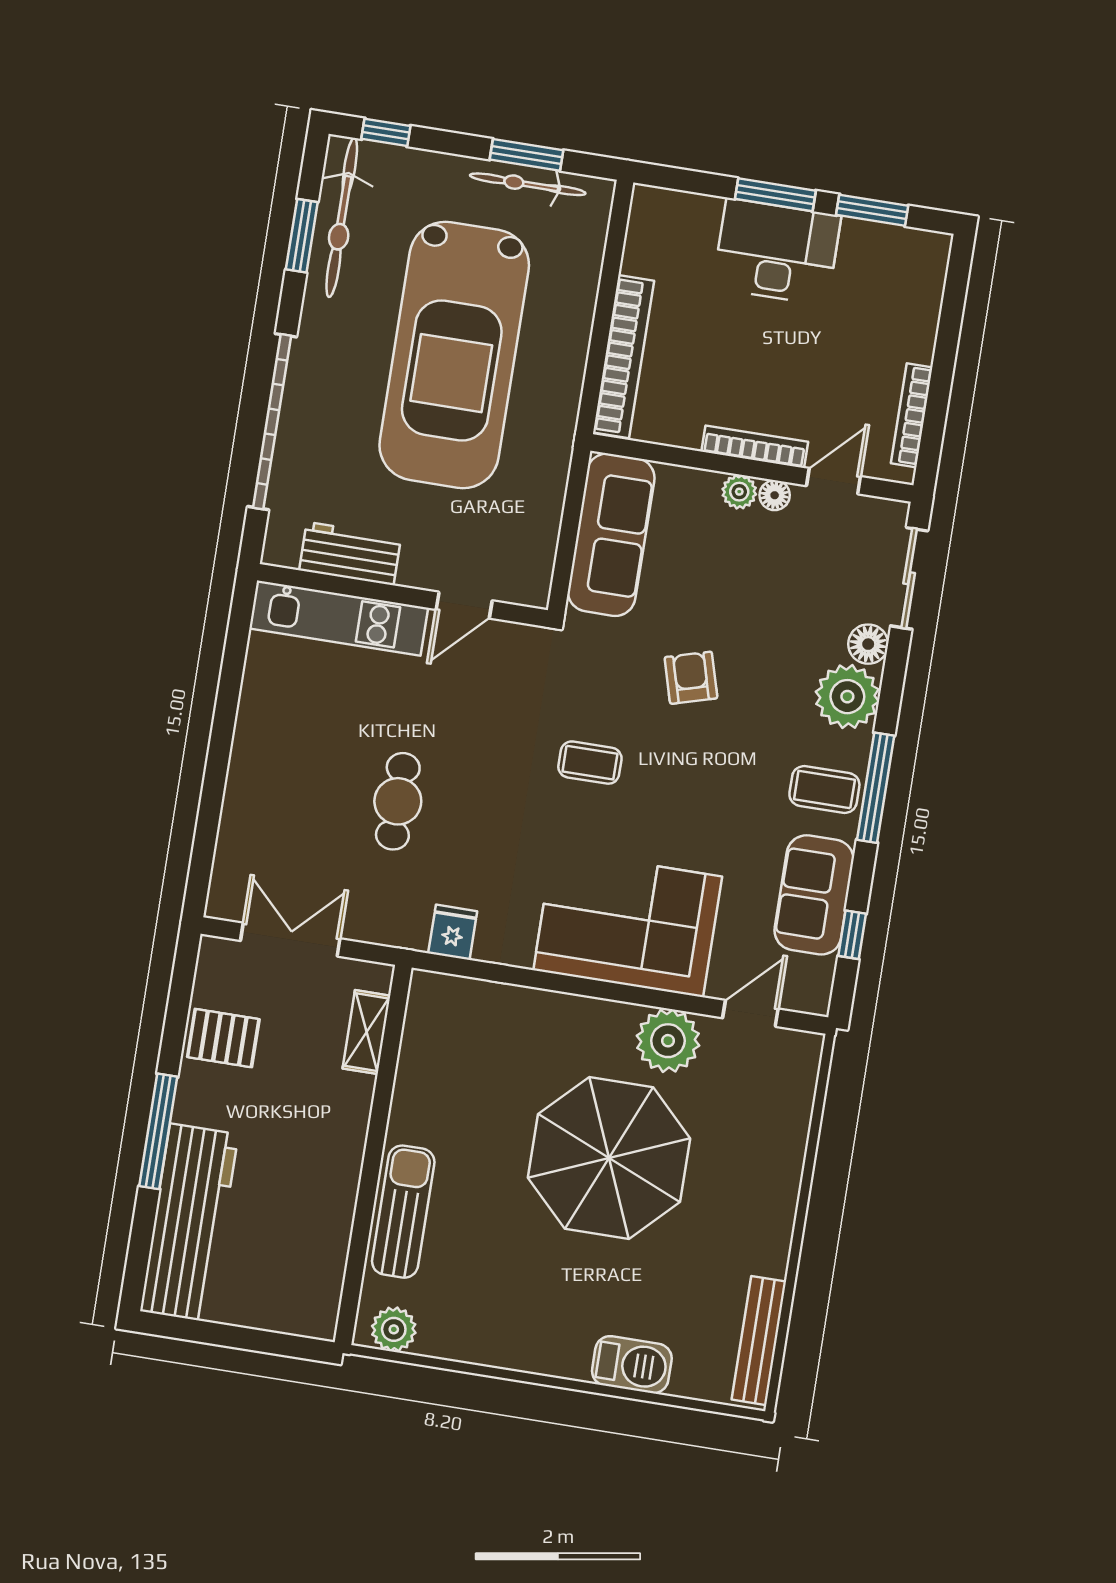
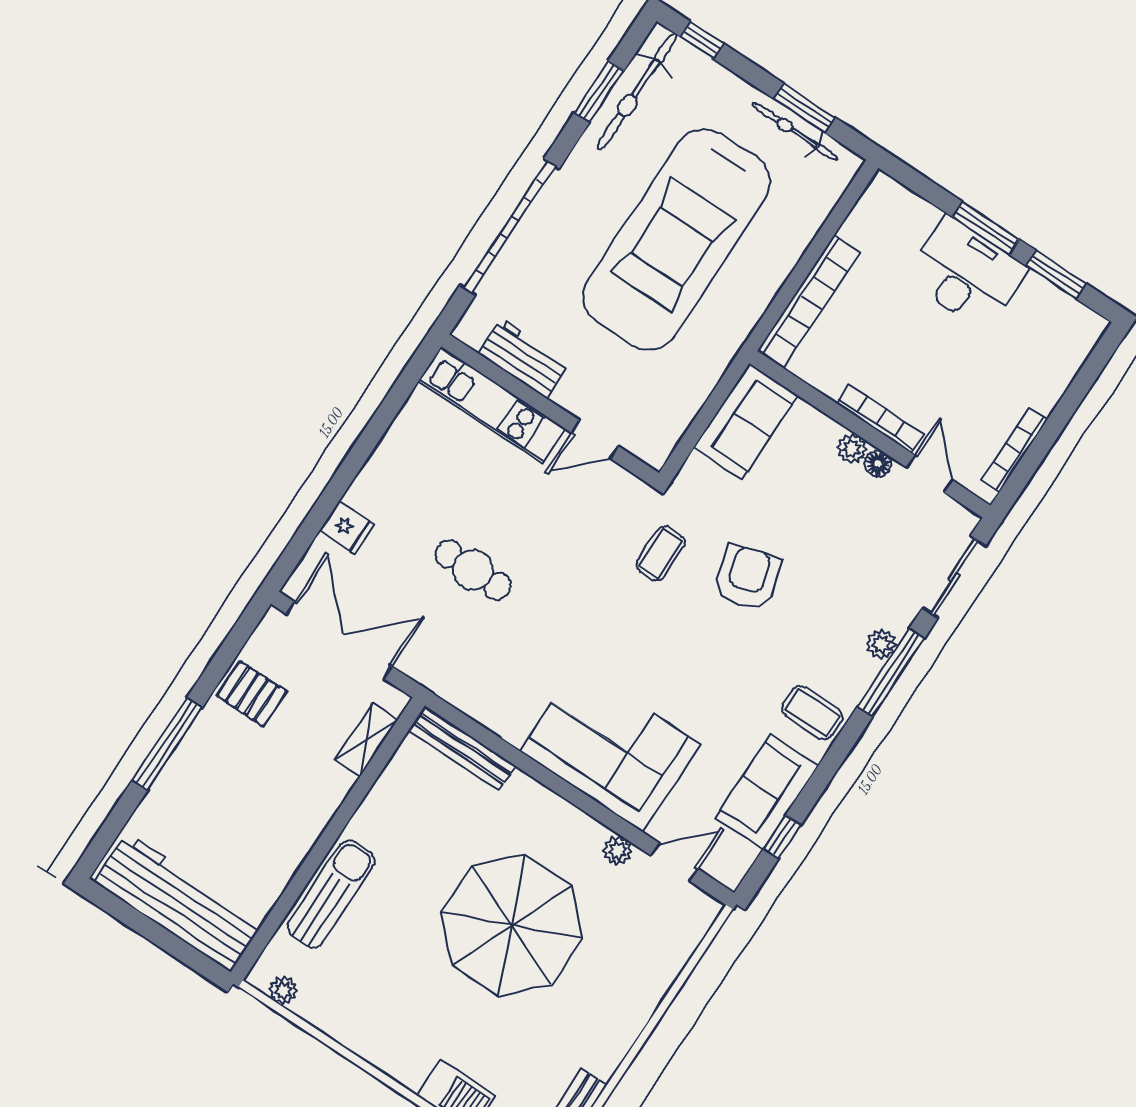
door: (834, 481) -> (929, 474), hinge flipped
sofa: (611, 535) -> (746, 421), width x0.73
floor lamp: (868, 644) -> (898, 614), removed
armchair: (691, 678) -> (747, 577), width x1.38, depth x1.38
plant: (847, 697) -> (881, 644), width x0.53, depth x0.53
coffee table: (590, 763) -> (661, 554), moved, turned 90
window: (876, 788) -> (891, 673), moved
cafe table: (398, 801) -> (473, 570), turned 90
fridge: (453, 932) -> (347, 528), moved, turned 90
double door: (290, 940) -> (339, 640), width x1.37
bench: (471, 995) -> (462, 748), added
plant: (668, 1041) -> (618, 851), width x0.53, depth x0.53
workbench: (189, 1223) -> (179, 902), moved, turned -90
plant: (394, 1329) -> (283, 991), width x0.73, depth x0.73

